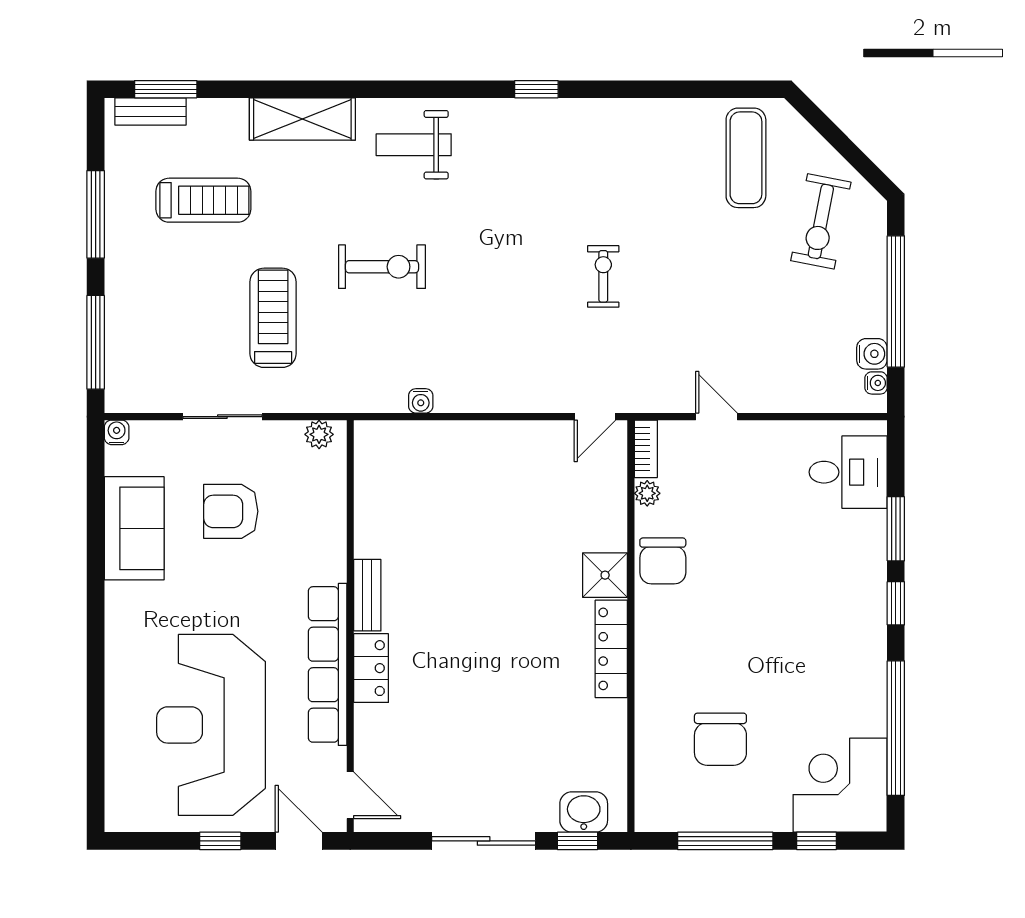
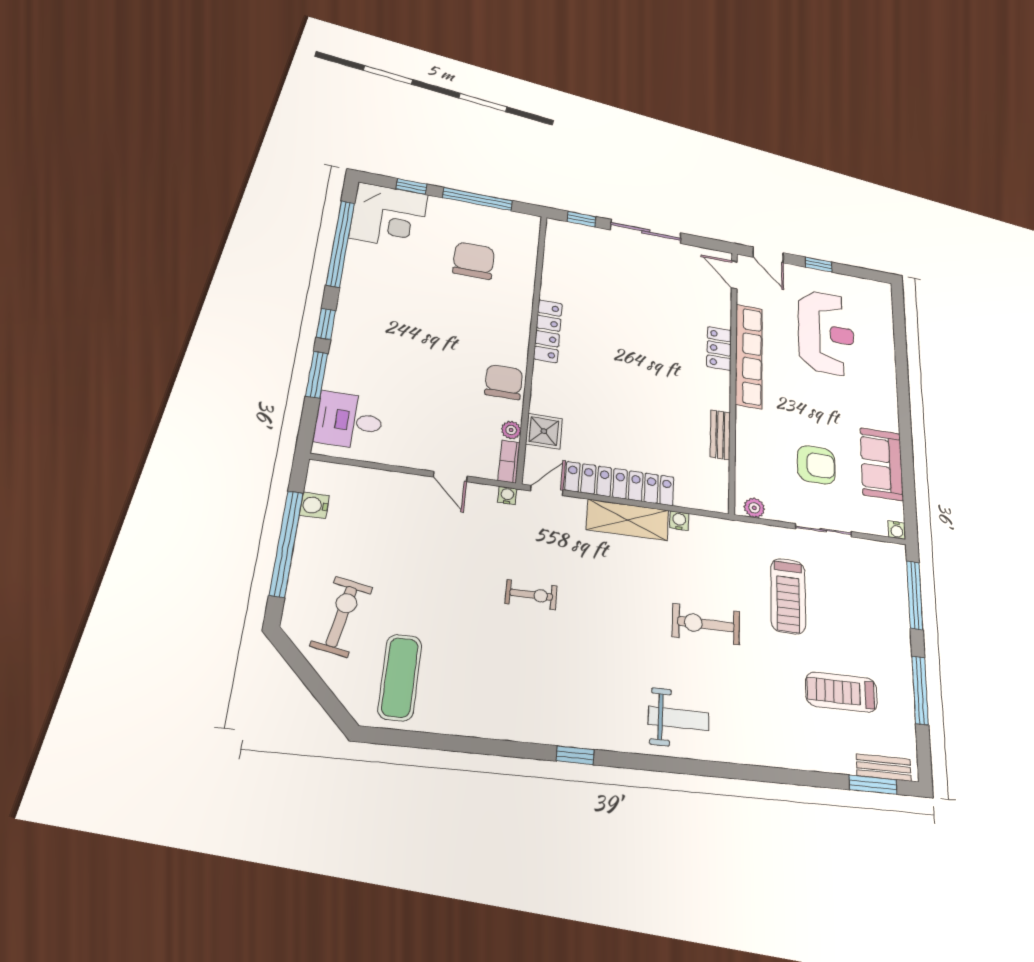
shelving: (302, 119) -> (628, 520), moved
exercise bike: (603, 276) -> (531, 595), turned -90
water cooler: (876, 383) -> (507, 495), moved, turned 90
locker: (501, 441) -> (620, 484), added
shower: (605, 575) -> (544, 431), moved
bench: (367, 595) -> (720, 435), moved
reception desk: (211, 725) -> (826, 333), width x0.74, depth x0.77
washbasin: (584, 812) -> (576, 235), removed

